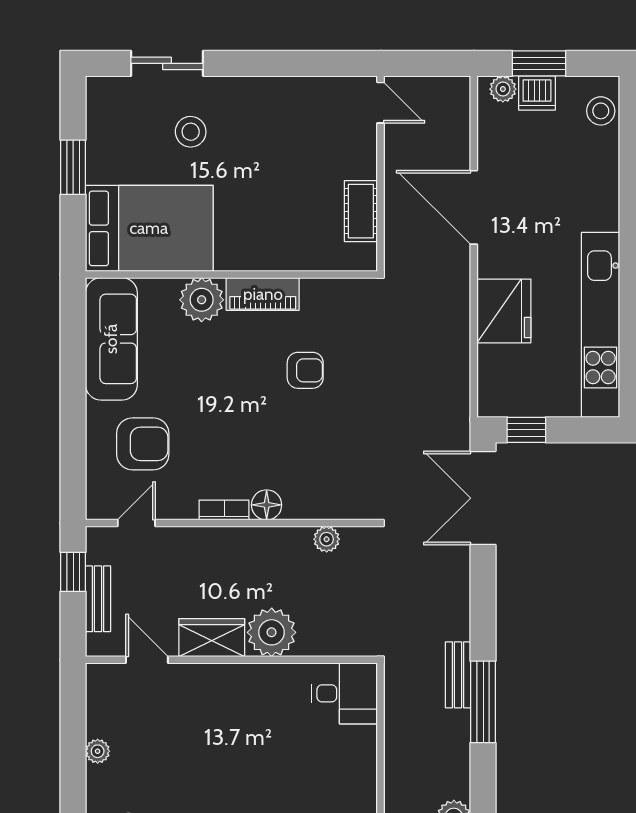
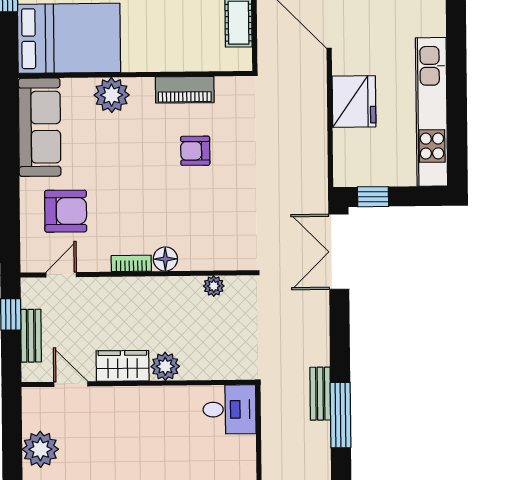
piano: (263, 294) -> (185, 90), moved
armchair: (305, 370) -> (195, 151), turned 180
plant: (272, 632) -> (165, 366), width x0.73, depth x0.73
plant: (98, 751) -> (40, 449), width x1.87, depth x1.87

